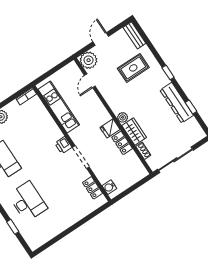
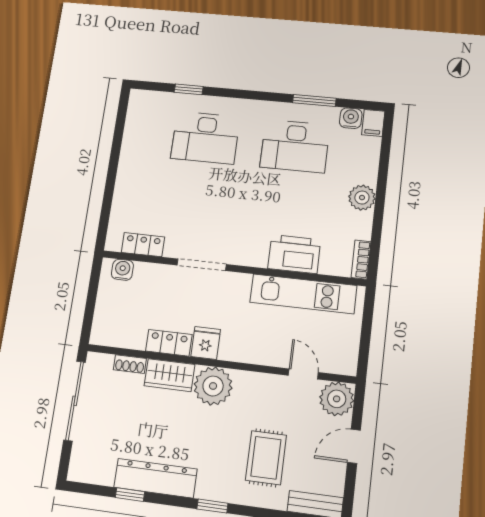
door: (101, 39) -> (354, 446), swing flipped
plant: (123, 117) -> (213, 386), width x1.87, depth x1.87
printer: (63, 145) -> (294, 254), moved, width x1.87, depth x1.48

